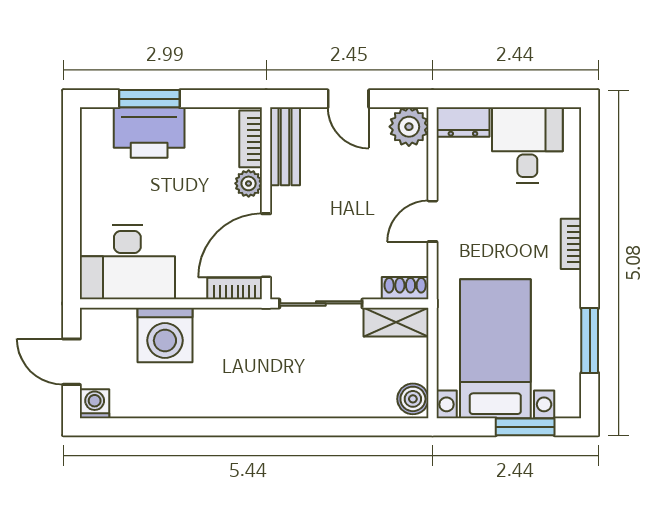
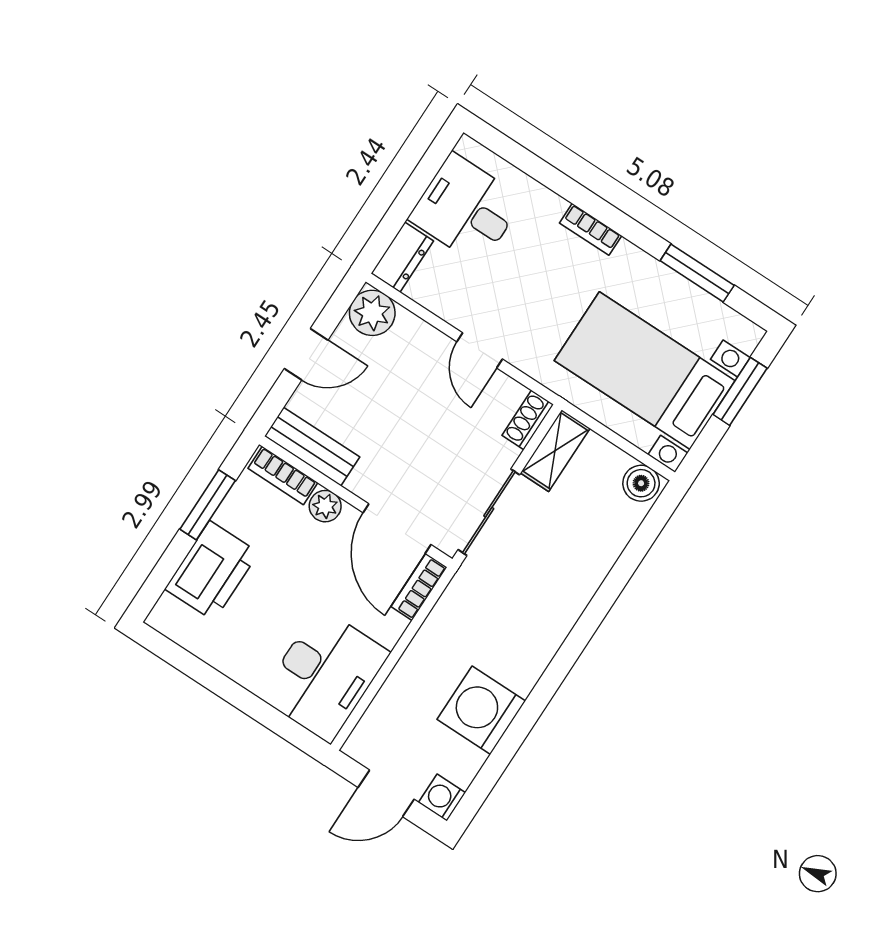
window: (149, 99) -> (208, 505), moved
washing machine: (165, 335) -> (481, 710), moved, turned 180

